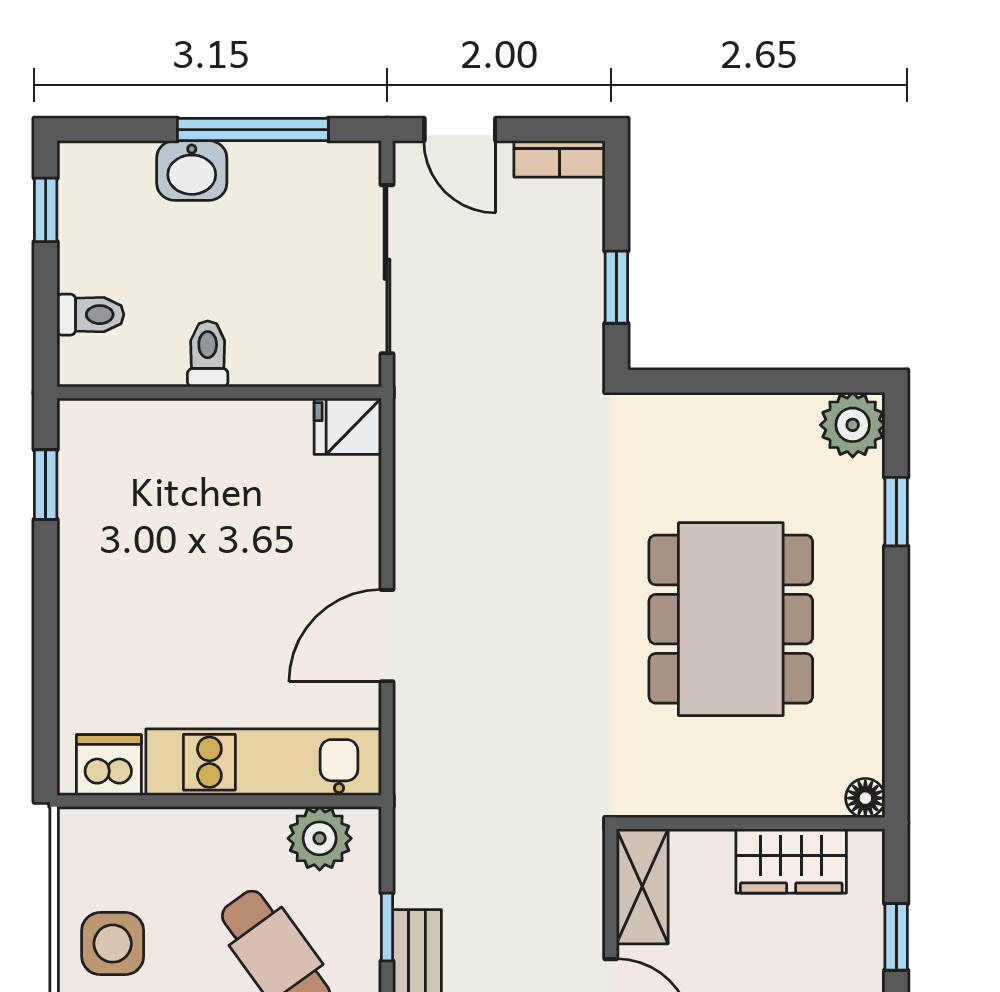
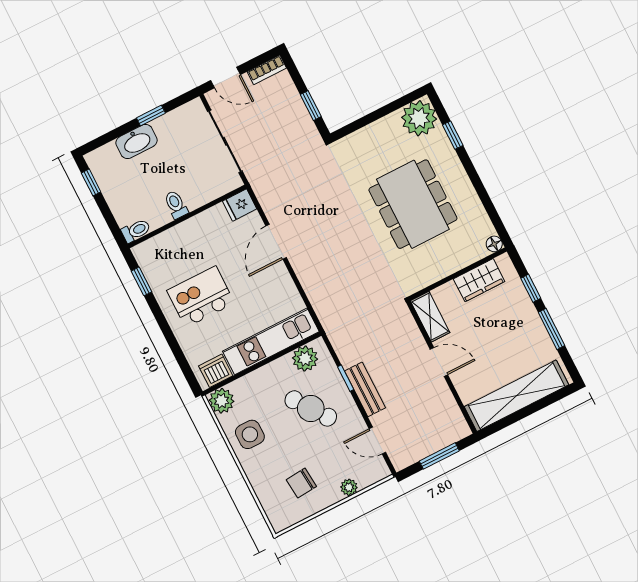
window: (253, 130) -> (151, 116), width x0.46
washbasin: (192, 170) -> (136, 142), width x1.38
toilet: (90, 315) -> (136, 231), moved
plant: (853, 425) -> (419, 118), width x1.36, depth x1.36
kitchen island: (159, 585) -> (201, 297), added
door: (387, 636) -> (276, 242), moved
plant: (88, 838) -> (222, 401), added

